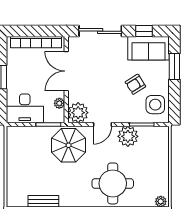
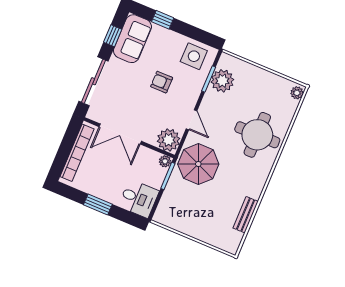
window: (174, 67) -> (163, 20), width x0.67
armchair: (135, 84) -> (162, 82), moved, turned 122
plant: (59, 103) -> (165, 161), moved
desk: (25, 108) -> (139, 199), width x0.73
plant: (128, 136) -> (222, 81), moved

